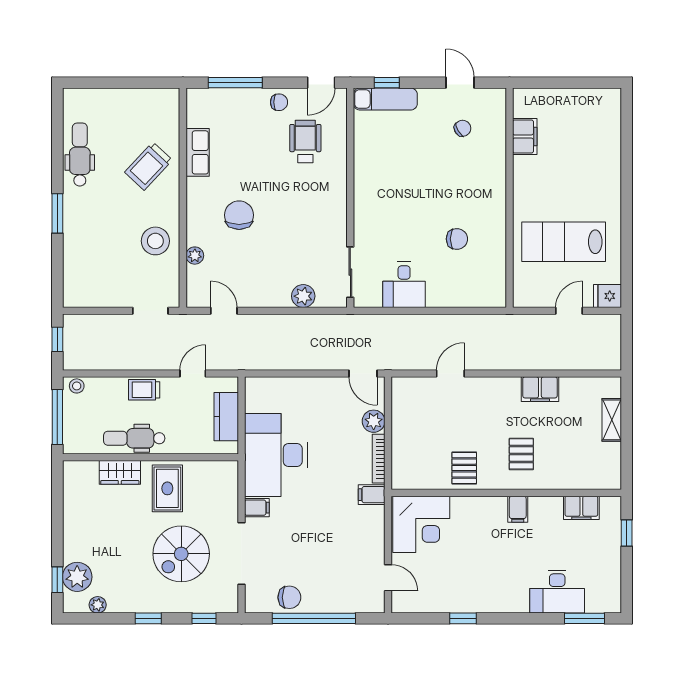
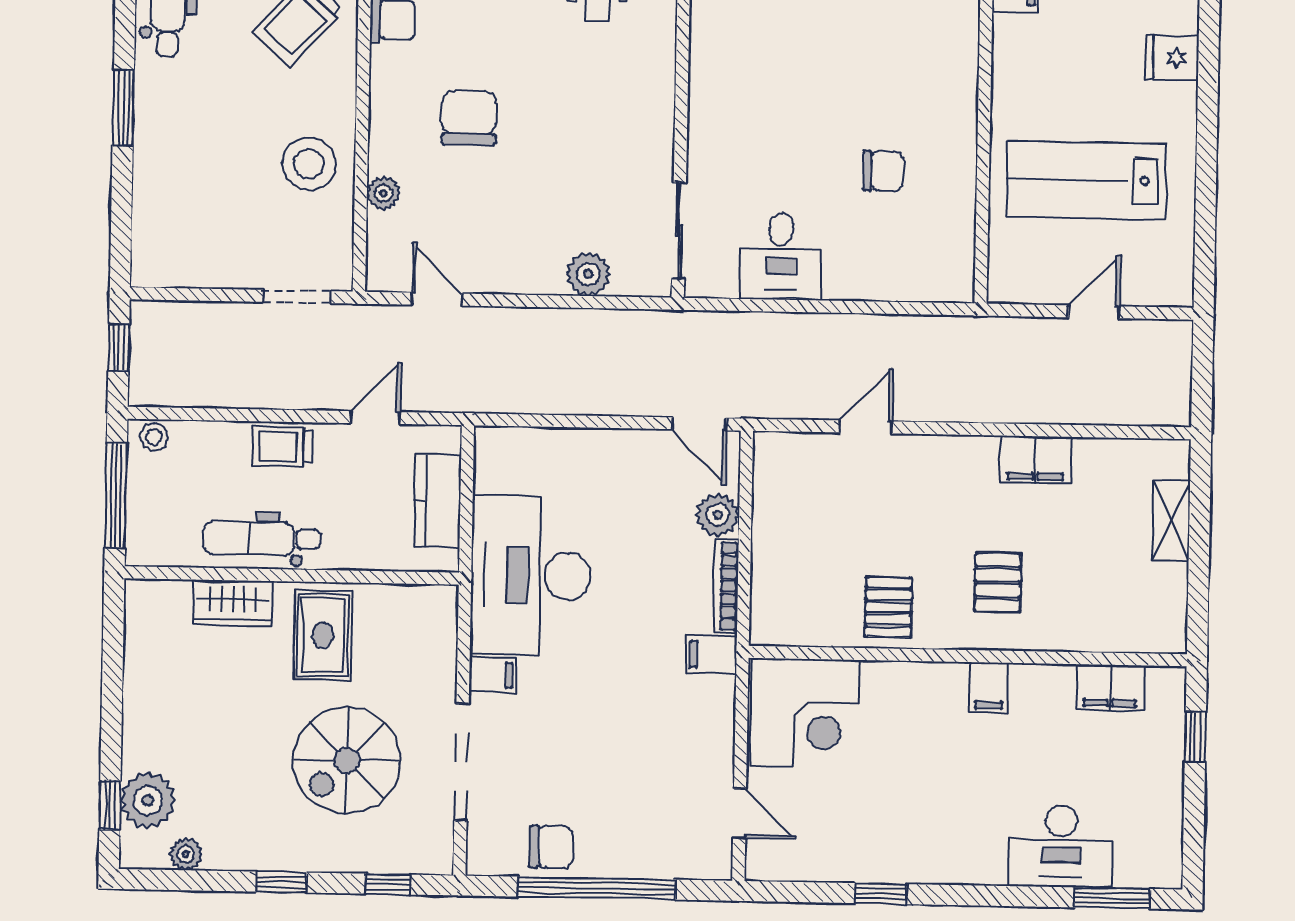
fridge: (608, 296) -> (1172, 57), moved

